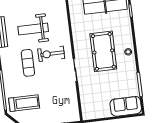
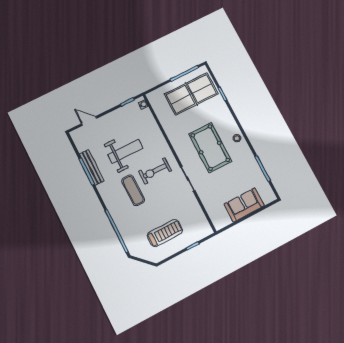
weight bench: (33, 29) -> (125, 151), turned 180
treadmill: (24, 103) -> (165, 233), moved
sofa: (126, 106) -> (244, 205), moved

